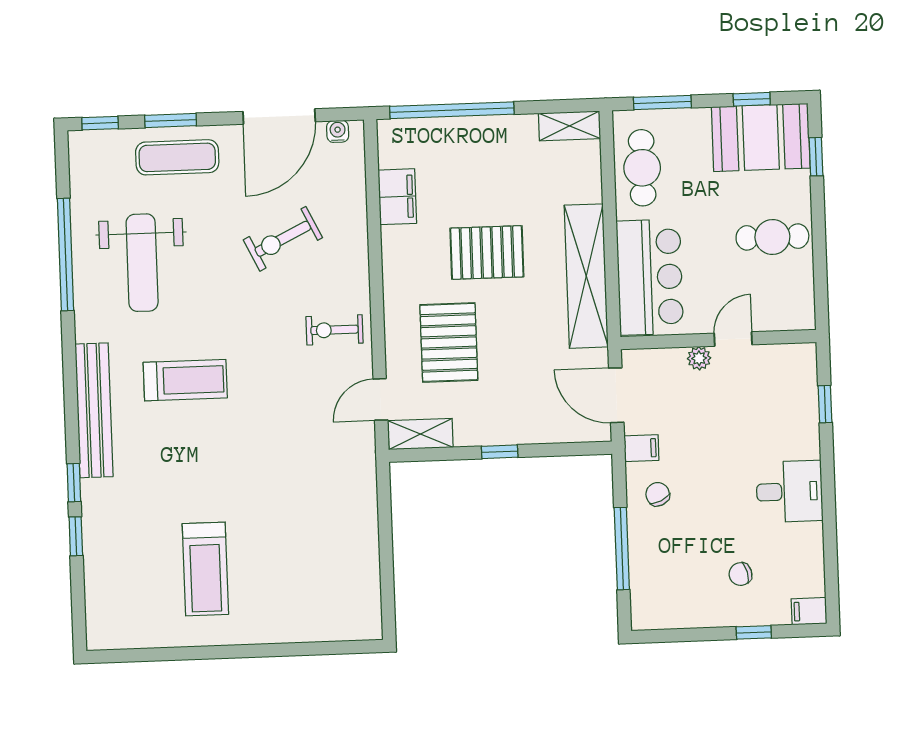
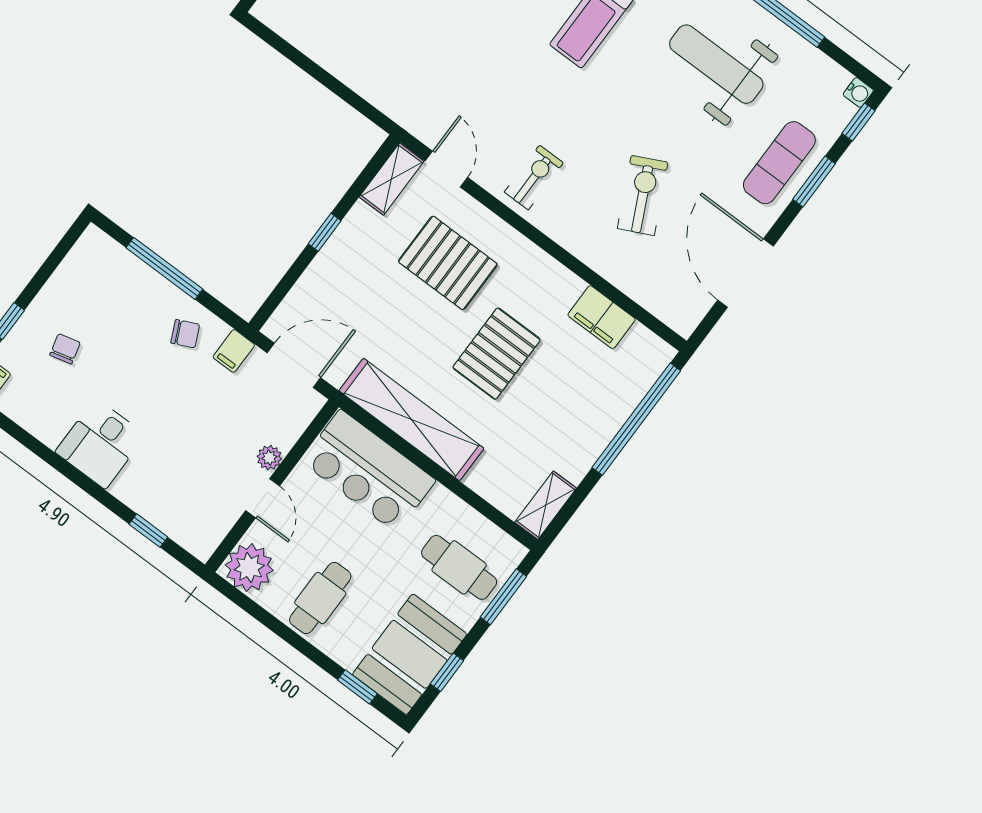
water cooler: (338, 131) -> (858, 92), moved
cafe table: (642, 168) -> (459, 567), moved
plant: (792, 308) -> (249, 568), added

